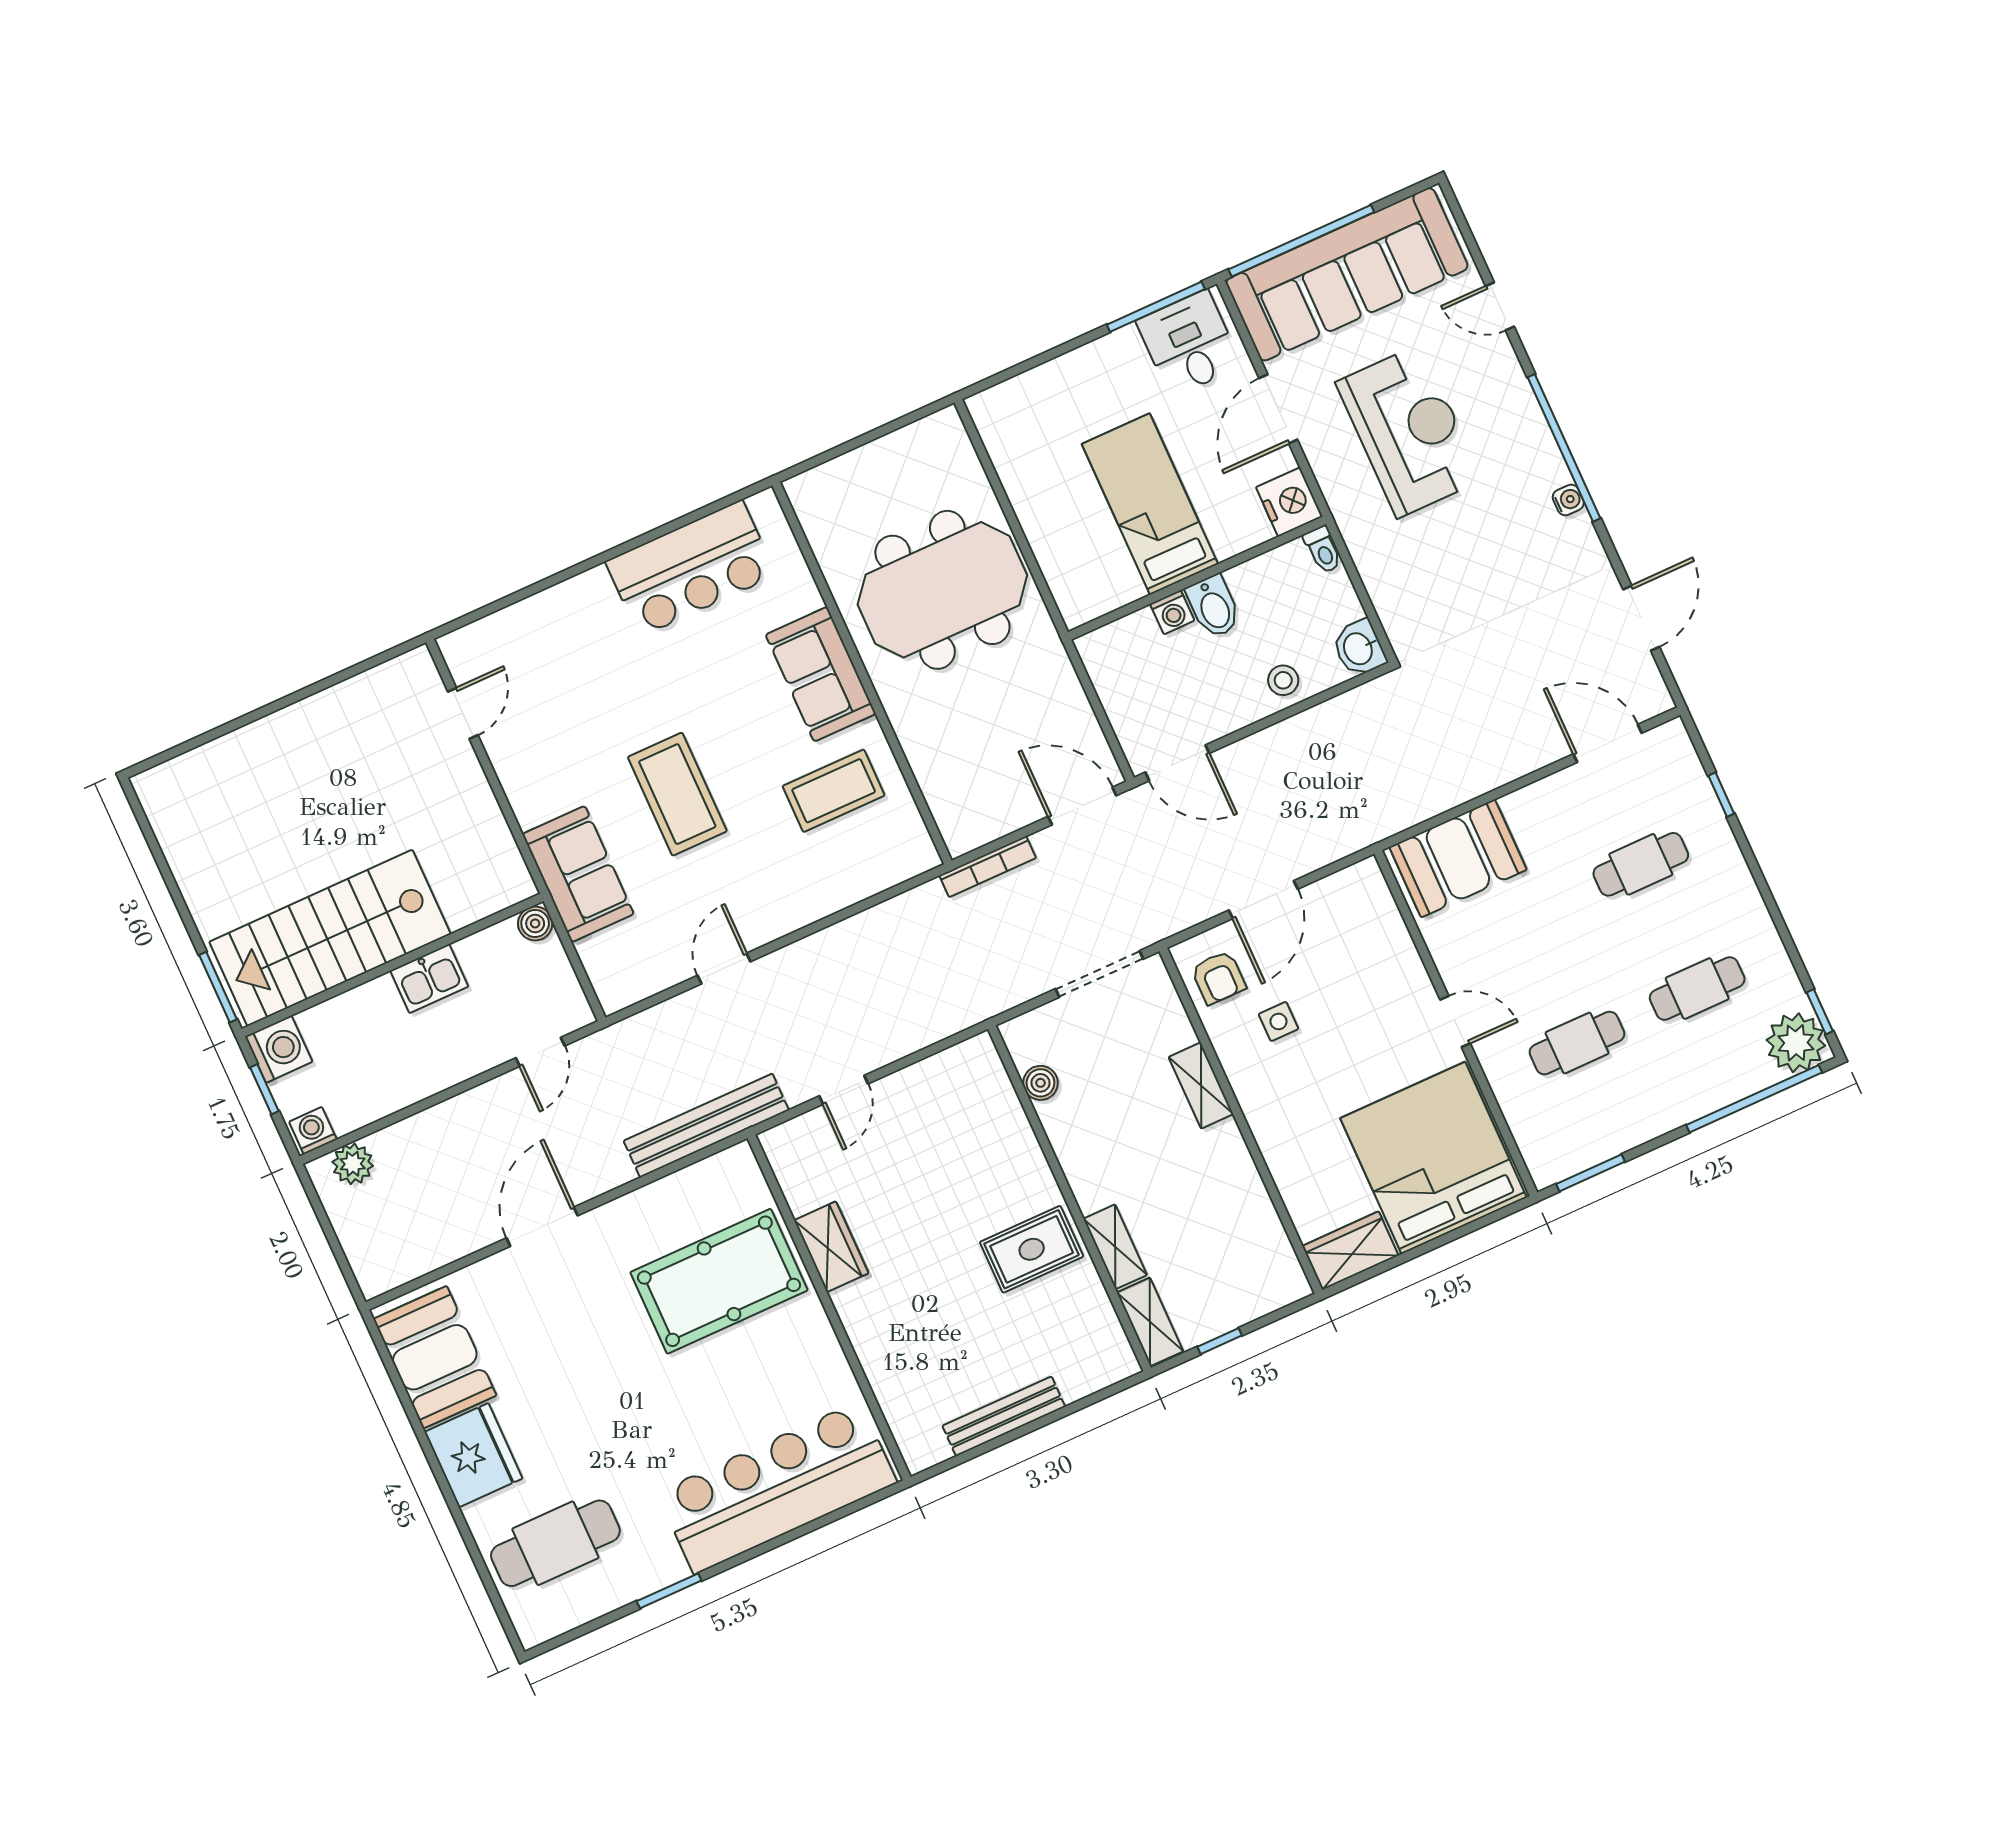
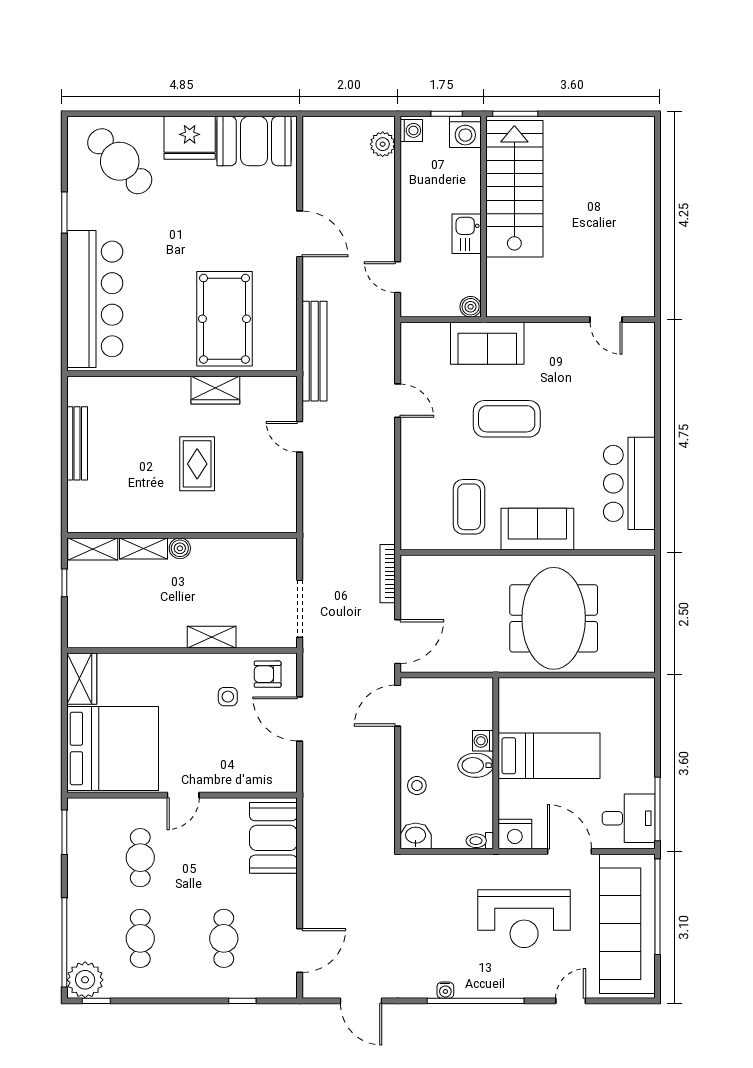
boiler: (1040, 1083) -> (180, 548), moved
rug: (1032, 1249) -> (197, 464), moved
cafe table: (555, 1543) -> (120, 161), turned -44

